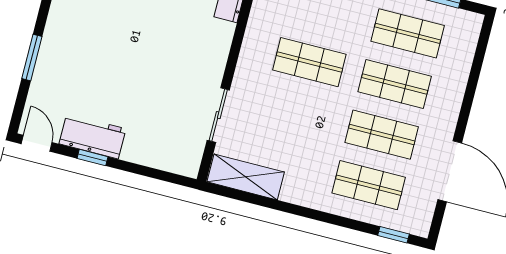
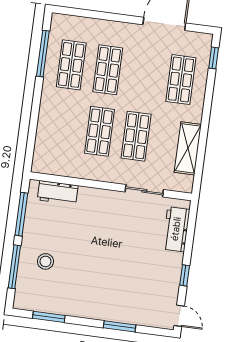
shop shelf: (382, 135) -> (136, 136), moved
workbench: (92, 136) -> (176, 229), moved
door: (37, 143) -> (179, 316), swing flipped
shelving: (246, 177) -> (188, 148), moved

